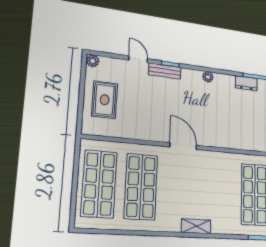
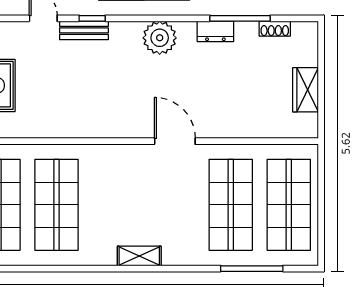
plant: (208, 77) -> (160, 38), width x1.88, depth x1.88
door: (183, 146) -> (175, 141), moved

